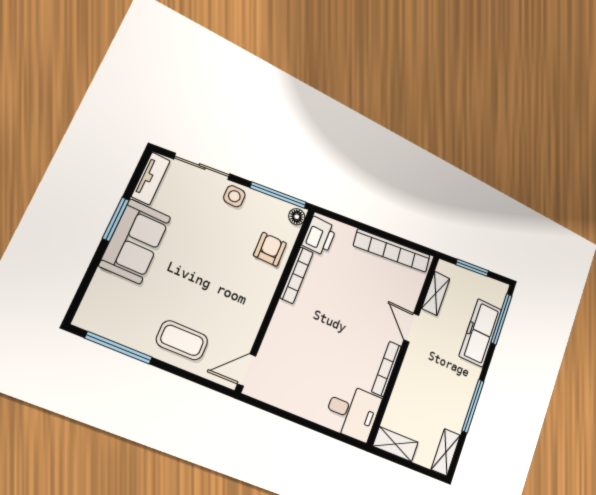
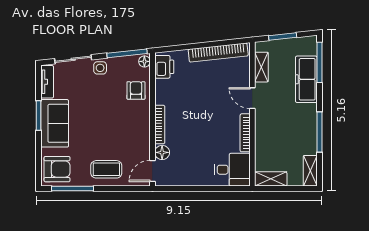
bookcase: (297, 275) -> (160, 125), moved
armchair: (108, 309) -> (57, 169), added
floor lamp: (270, 349) -> (162, 152), added

